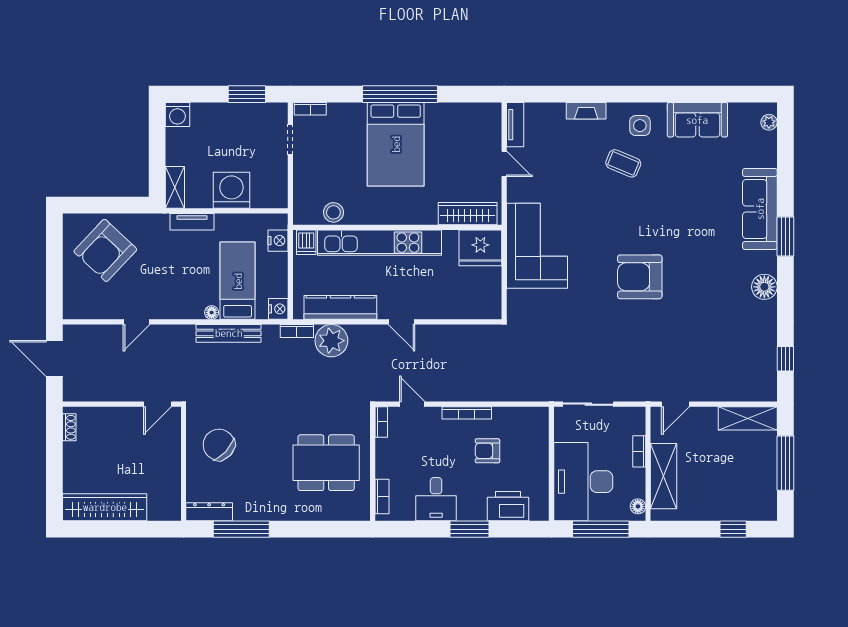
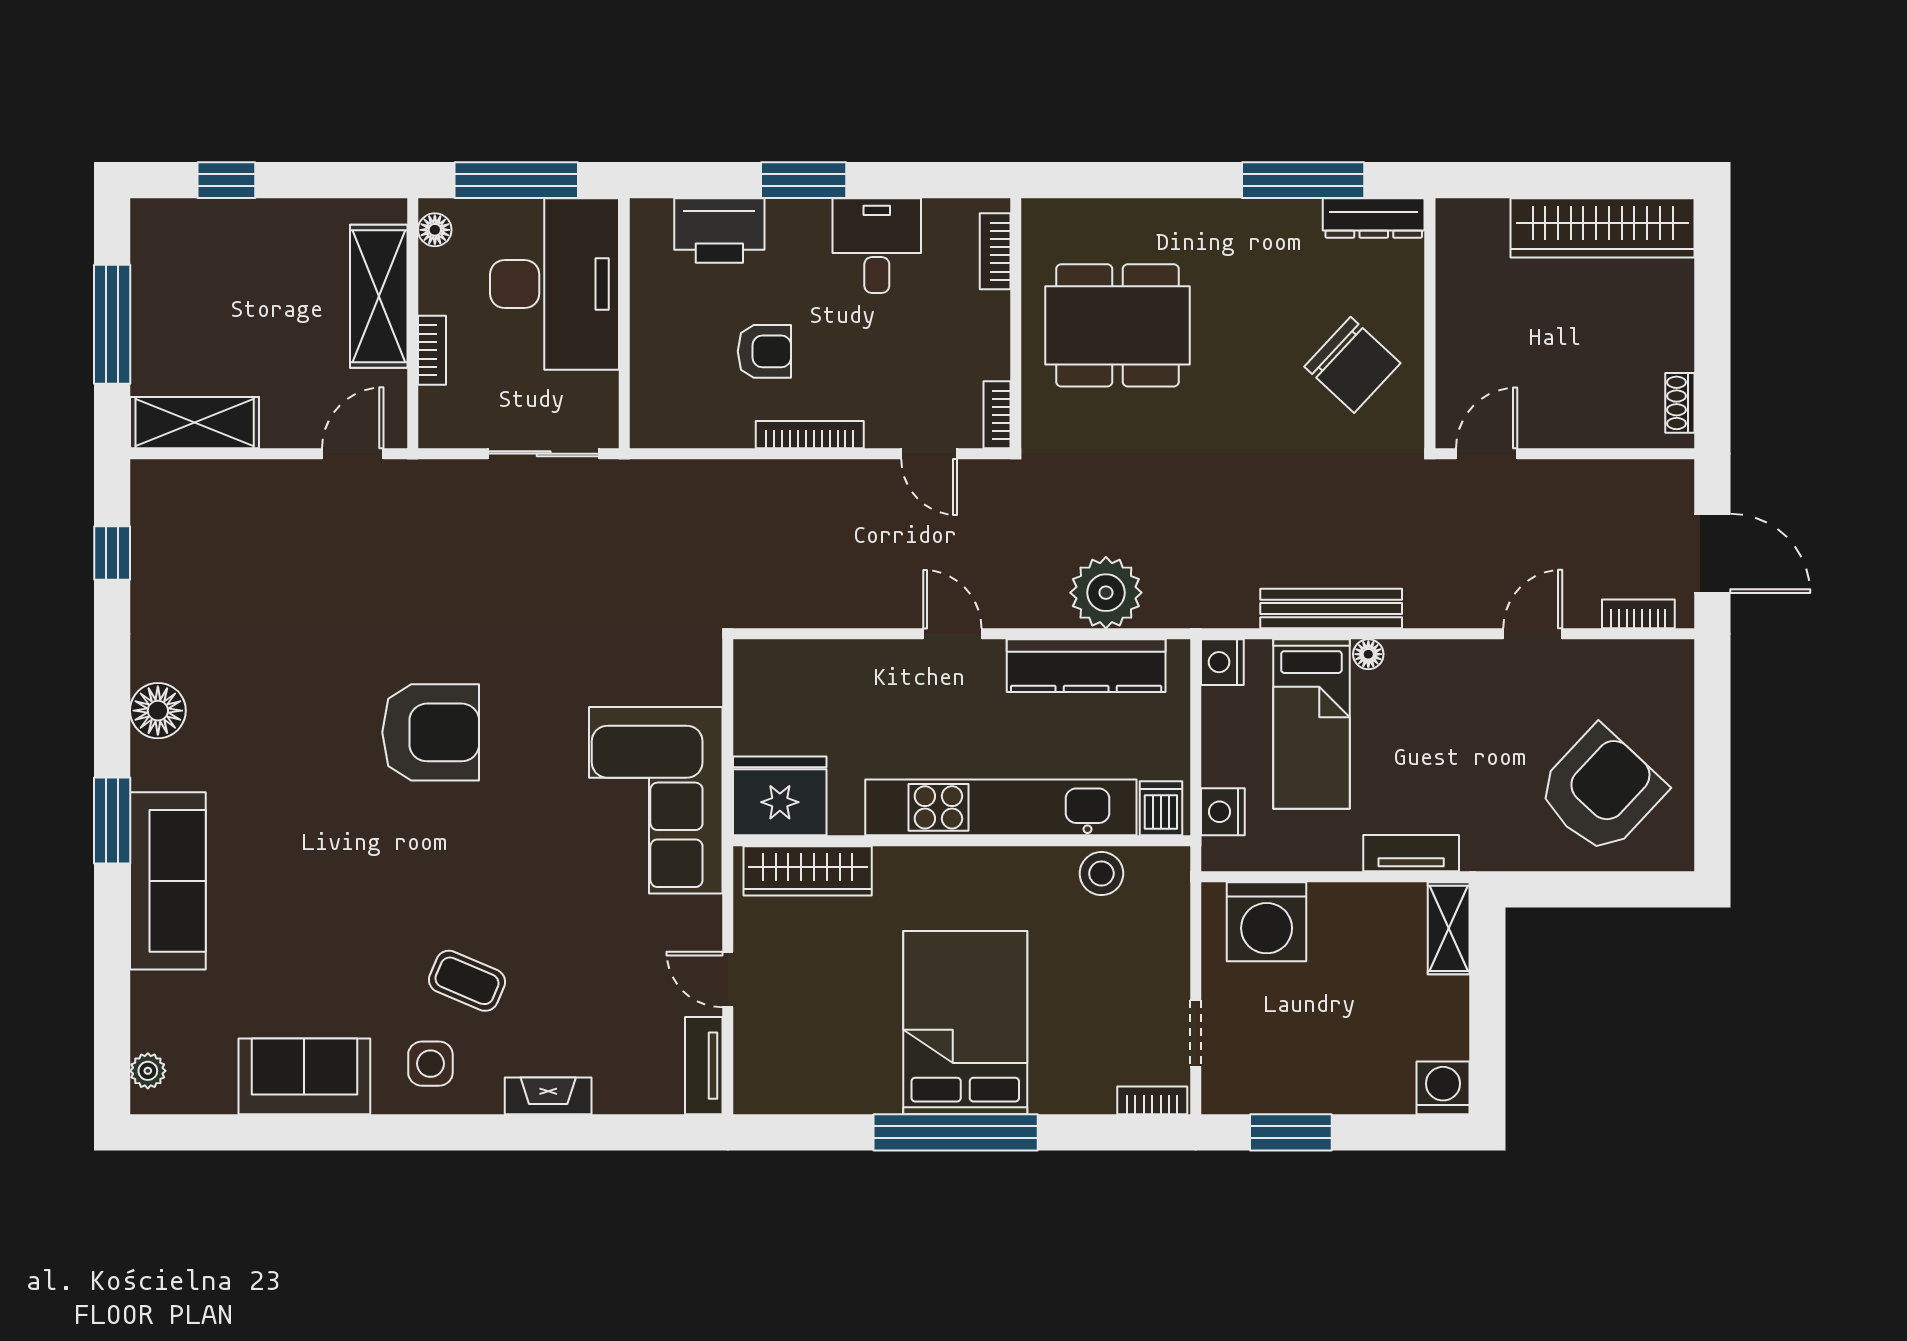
washing machine: (231, 190) -> (1267, 922), moved
bookcase: (297, 331) -> (1638, 614), moved

